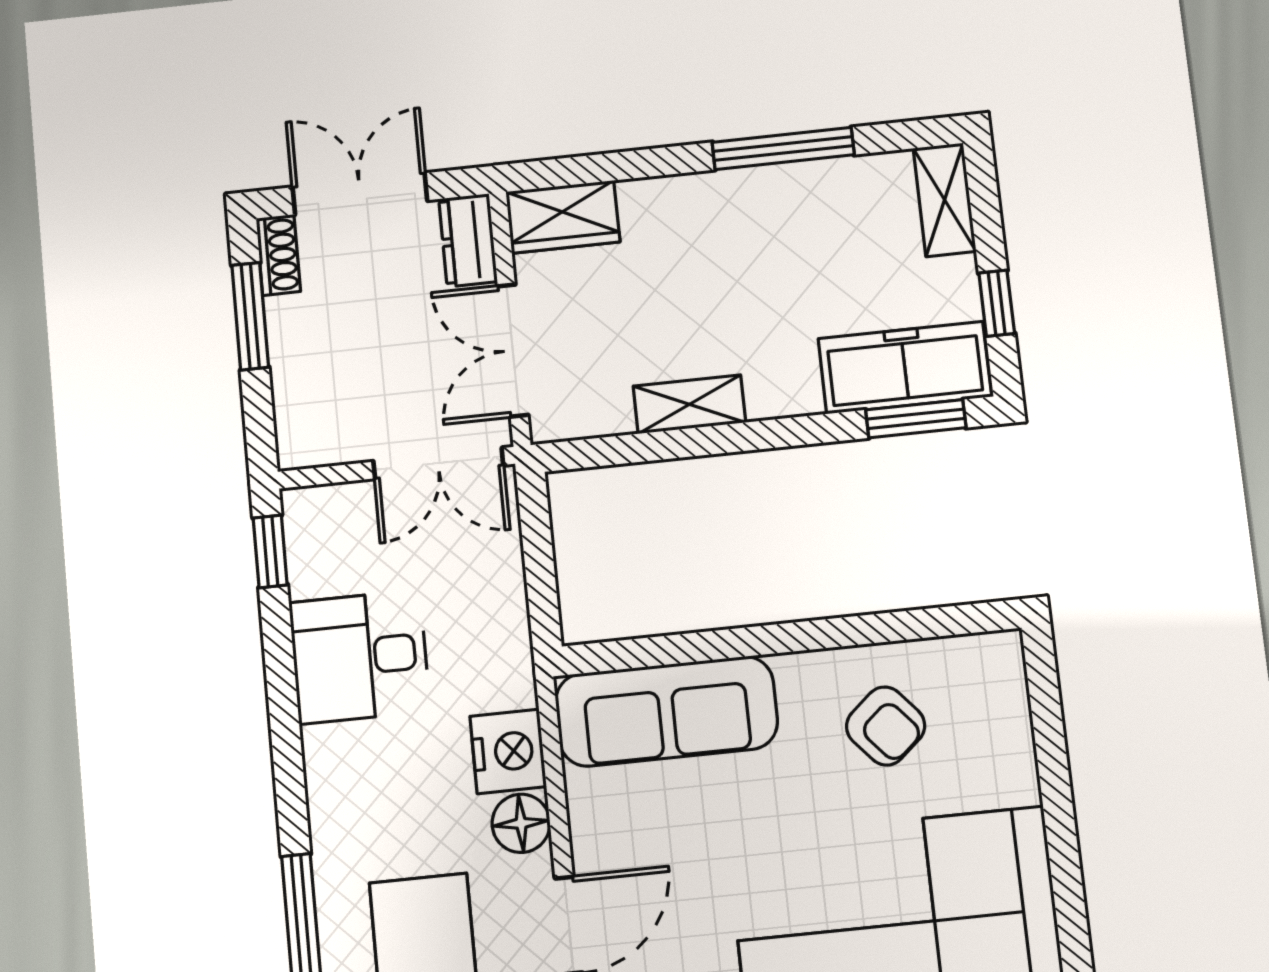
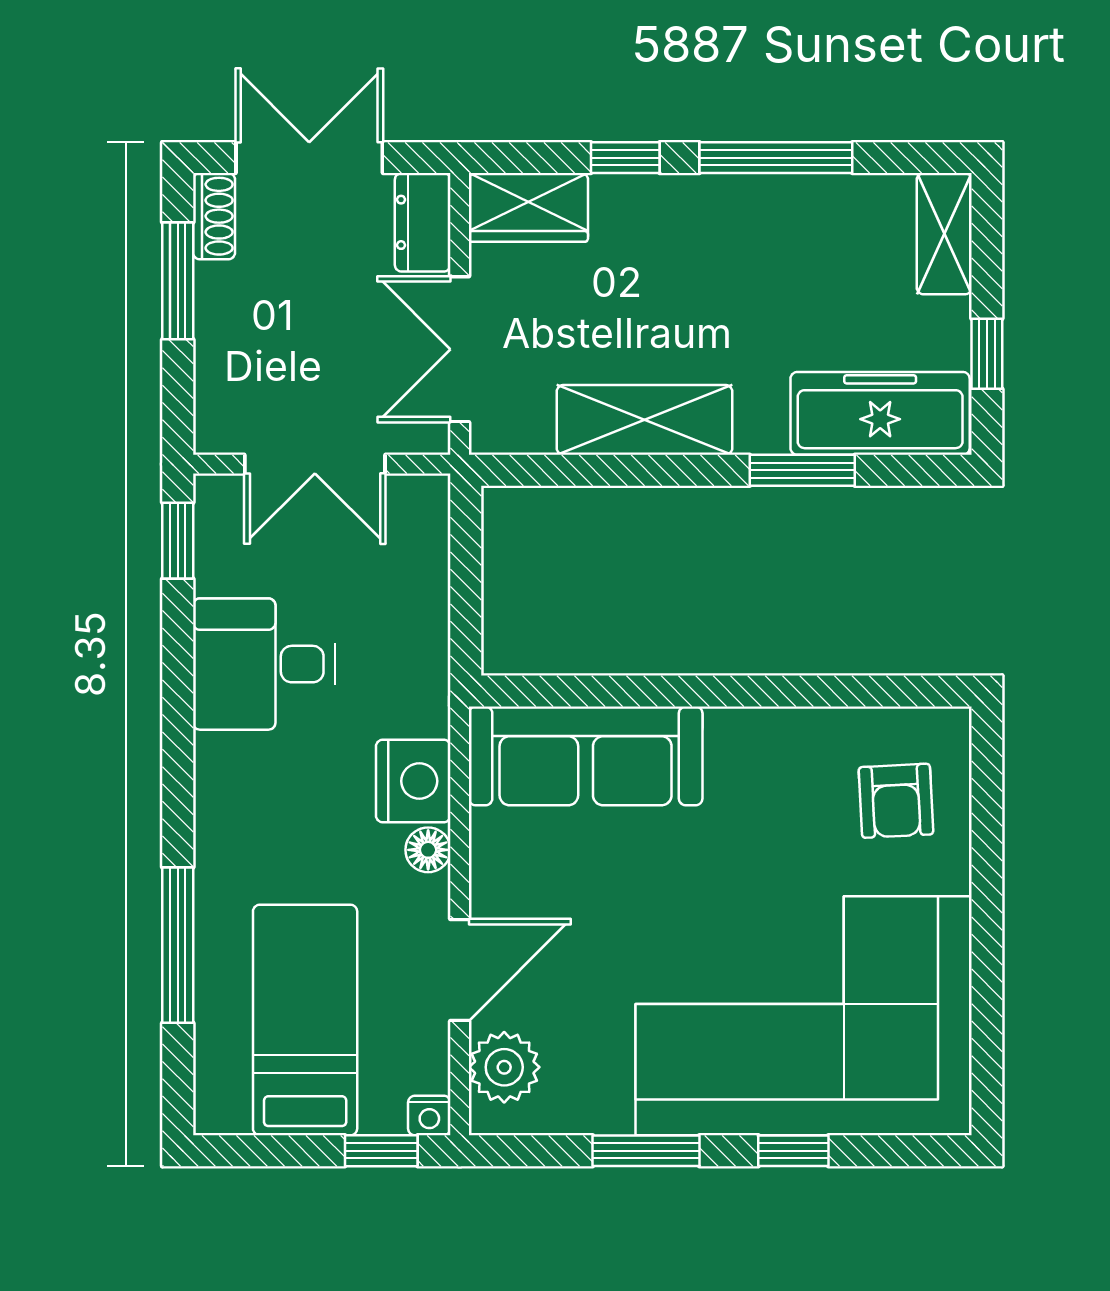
window: (646, 163) -> (625, 158), added
shelving: (689, 404) -> (644, 420), width x1.50, depth x1.33
window: (916, 419) -> (802, 470), moved
double door: (438, 463) -> (315, 464), moved
armchair: (886, 726) -> (896, 801), moved, turned 38
floor lamp: (521, 823) -> (428, 850), width x0.73, depth x0.73

